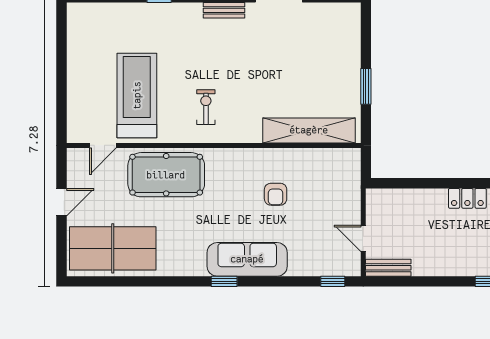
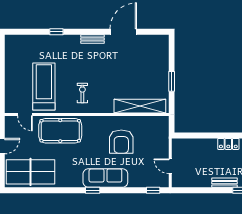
door: (103, 145) -> (25, 114), hinge flipped
armchair: (276, 194) -> (121, 142), width x1.88, depth x1.88
bench: (388, 268) -> (224, 183), moved

